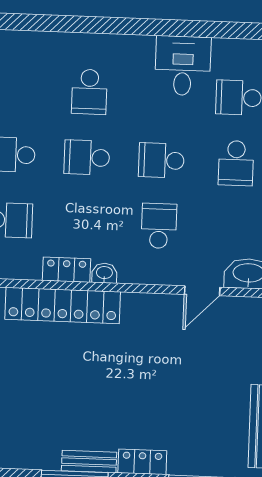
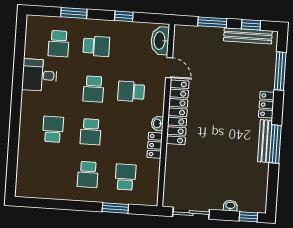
school desk: (89, 92) -> (53, 129), turned -90
locker: (63, 306) -> (178, 112), moved
bench: (89, 462) -> (265, 141), width x1.36

